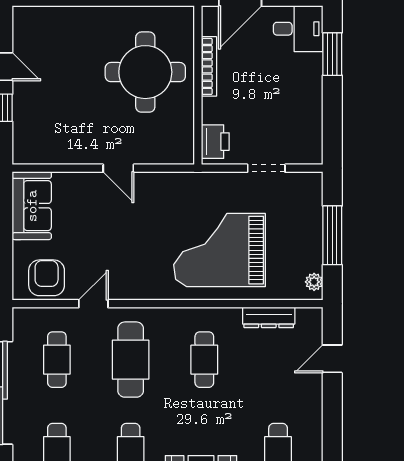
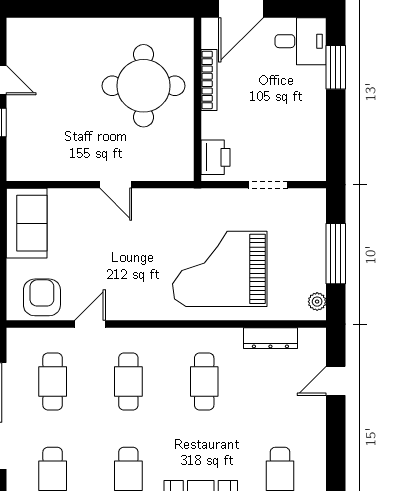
cafe table: (131, 360) -> (128, 382), width x0.73, depth x0.74

